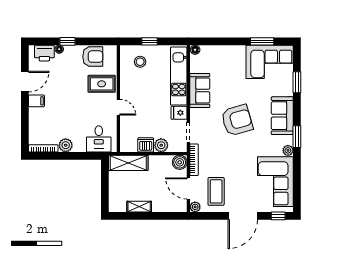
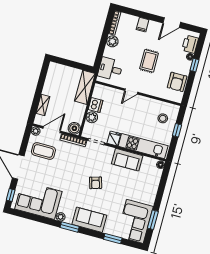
door: (25, 82) -> (172, 23), hinge flipped
rug: (102, 84) -> (149, 61), moved
filing cabinet: (37, 101) -> (143, 25), moved
armchair: (237, 120) -> (96, 183), width x0.53, depth x0.53
shelving: (139, 207) -> (43, 105), moved

